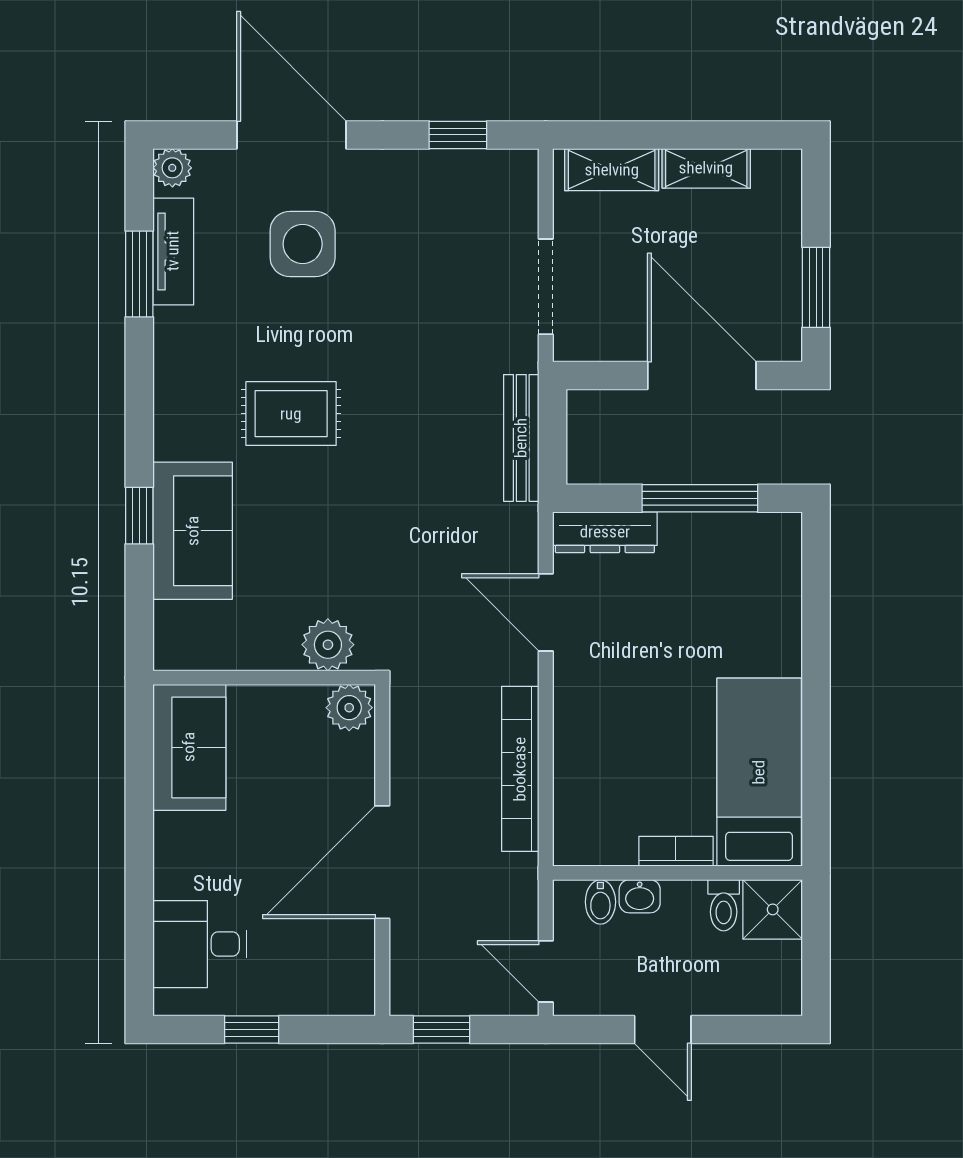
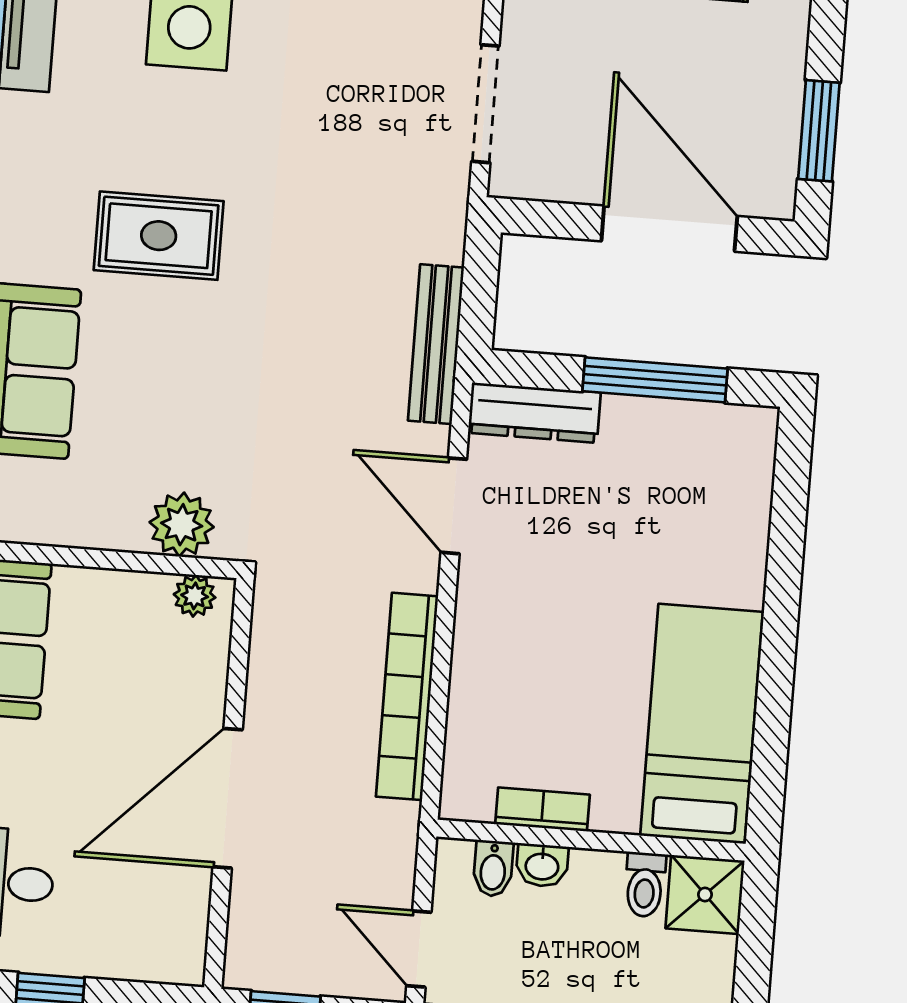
bench: (521, 438) -> (436, 344), moved
plant: (349, 708) -> (195, 596), width x0.73, depth x0.73
bookcase: (676, 851) -> (543, 809), moved

